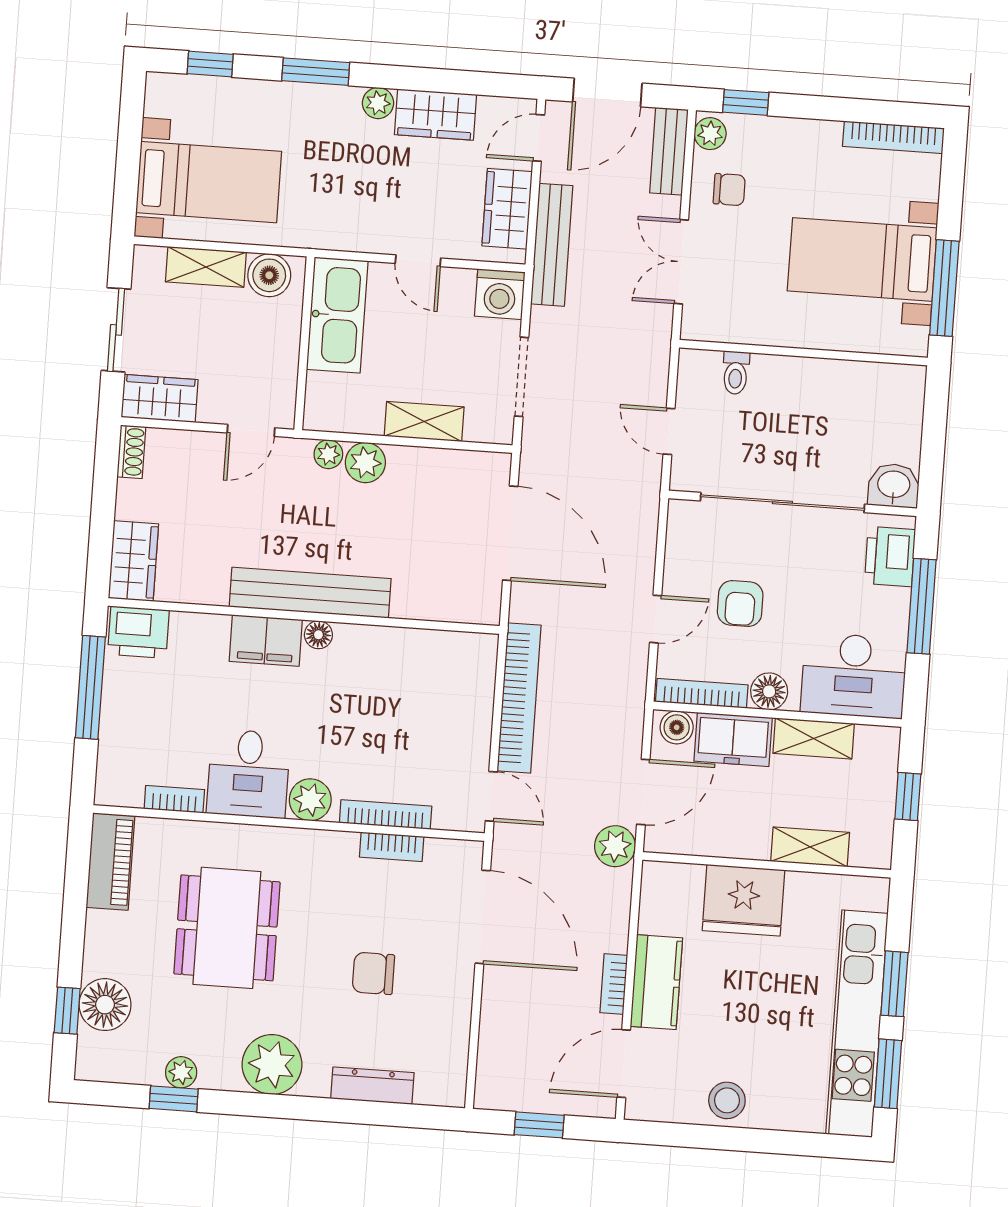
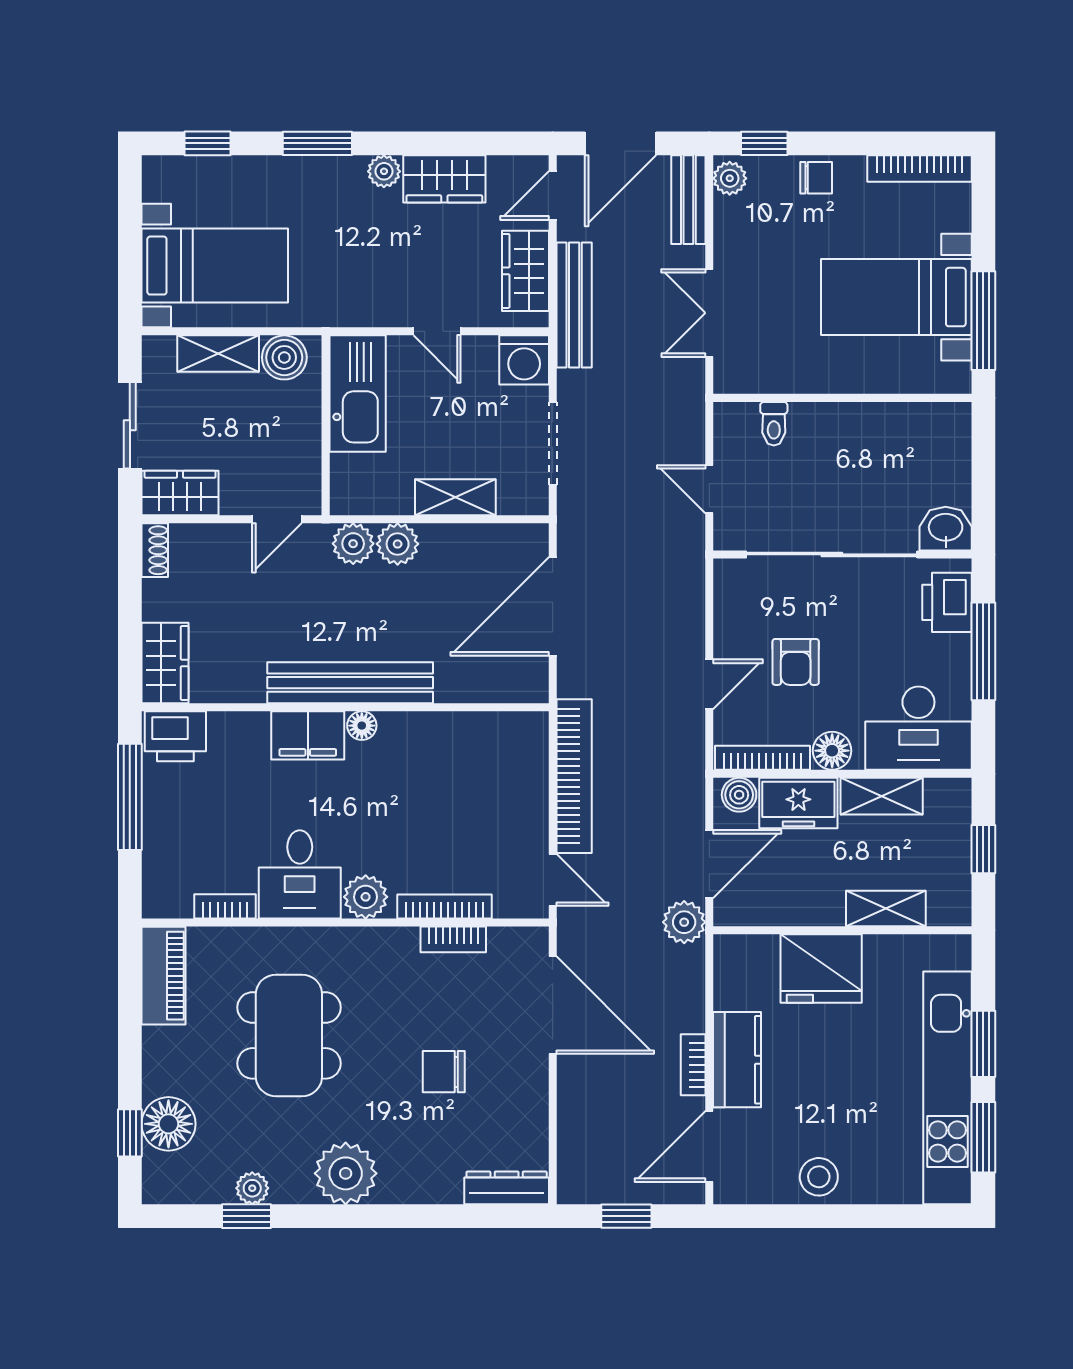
chair: (729, 190) -> (816, 178), moved
plant: (328, 454) -> (353, 544), width x1.38, depth x1.38
door: (510, 533) -> (553, 606), swing flipped
dresser: (372, 1086) -> (507, 1188), moved

